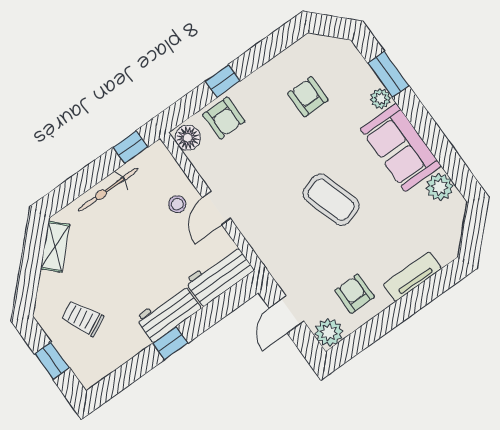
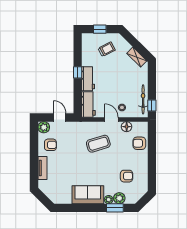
window: (223, 81) -> (152, 152), removed
floor lamp: (188, 138) -> (127, 127), moved
plant: (440, 187) -> (119, 198), moved
bicycle: (108, 190) -> (143, 99), moved
coffee table: (331, 200) -> (98, 144), moved

